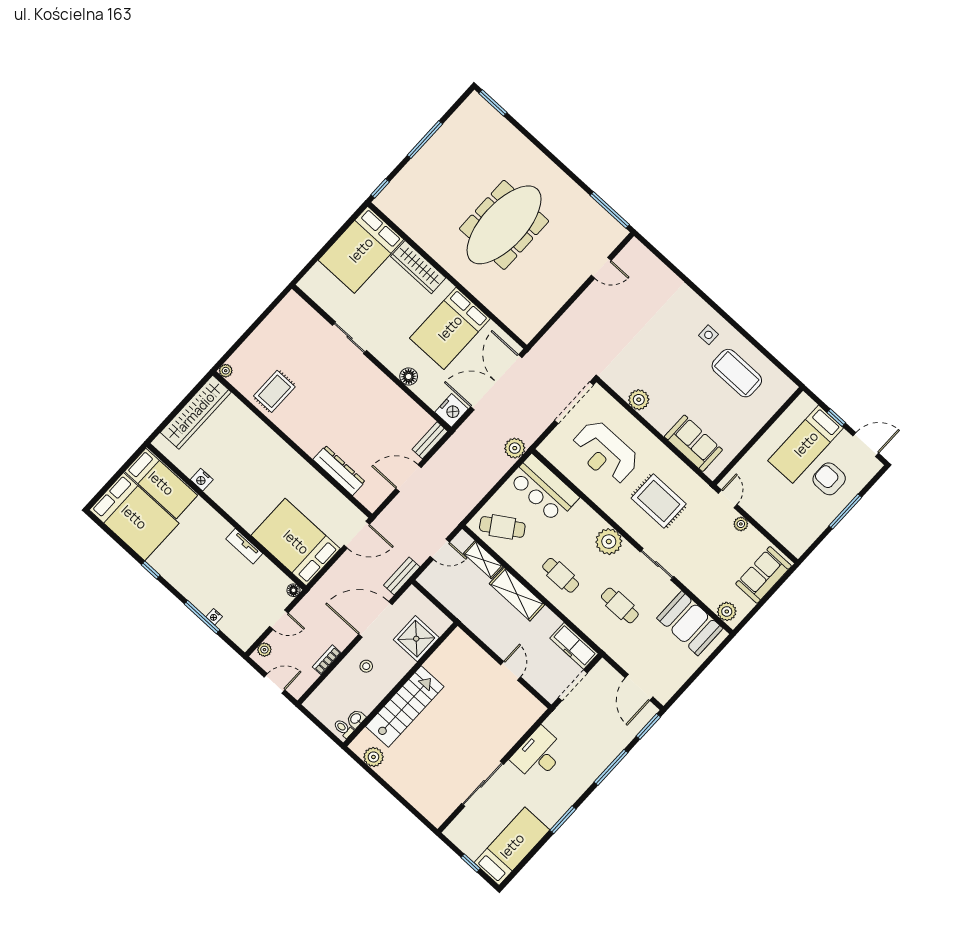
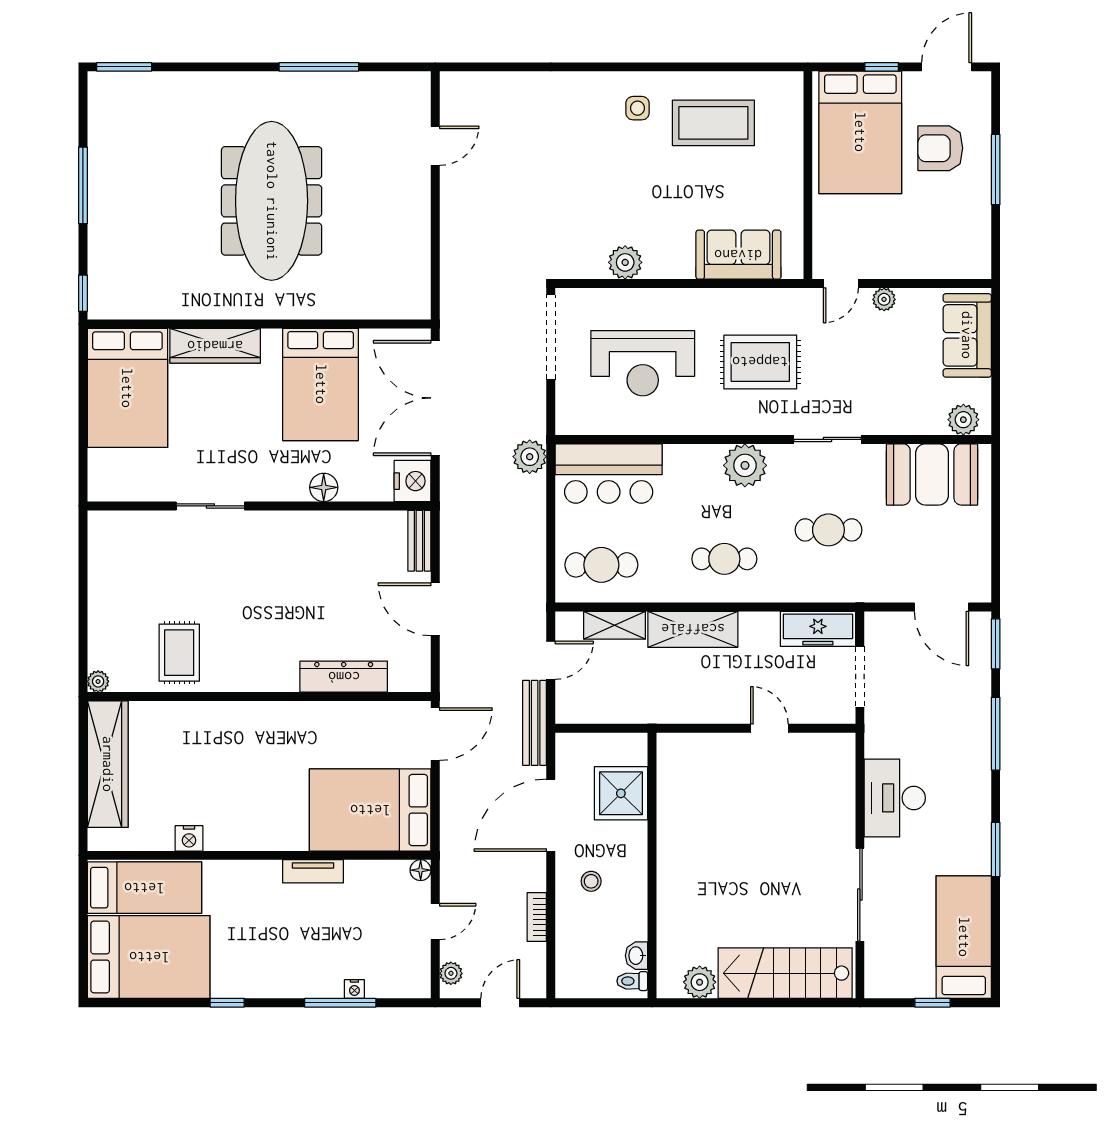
window: (610, 210) -> (319, 67), moved
bed: (806, 444) -> (860, 132), width x1.50
door: (409, 478) -> (435, 609), hinge flipped
door: (728, 499) -> (841, 284), swing flipped
cafe table: (502, 527) -> (601, 565), turned 33
bench: (402, 576) -> (535, 723), width x1.36
stairs: (405, 706) -> (785, 973), moved, turned -90

